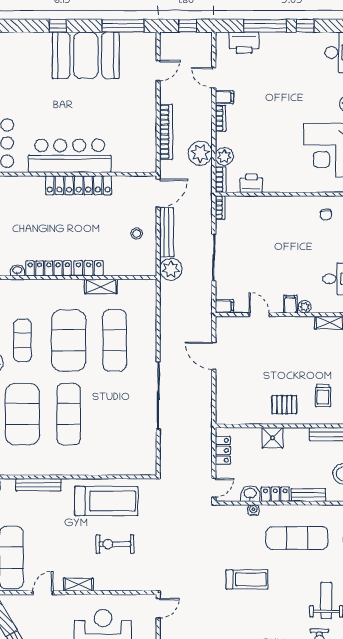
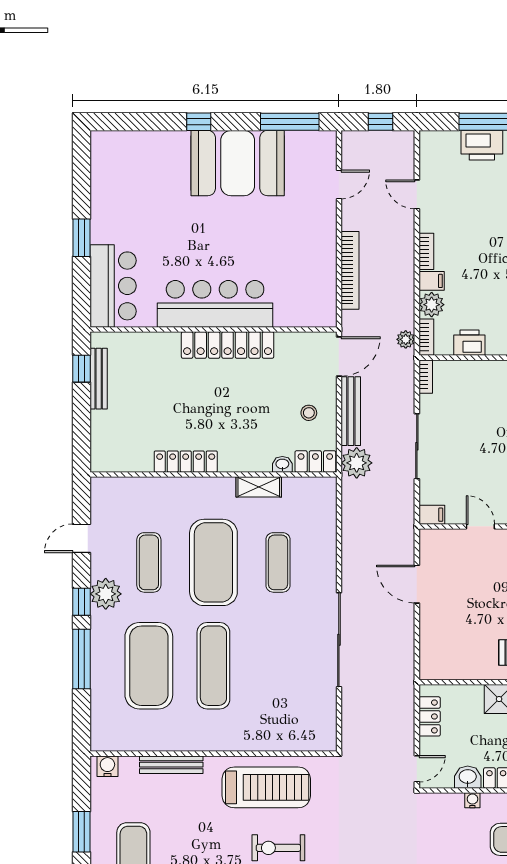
printer: (244, 43) -> (482, 145), moved
filing cabinet: (224, 97) -> (432, 281), moved
plant: (200, 153) -> (406, 339), moved, width x0.53, depth x0.53
locker: (89, 268) -> (315, 461), moved
washbasin: (17, 270) -> (282, 464), moved
exercise mat: (115, 340) -> (278, 562), width x0.73, depth x0.69

